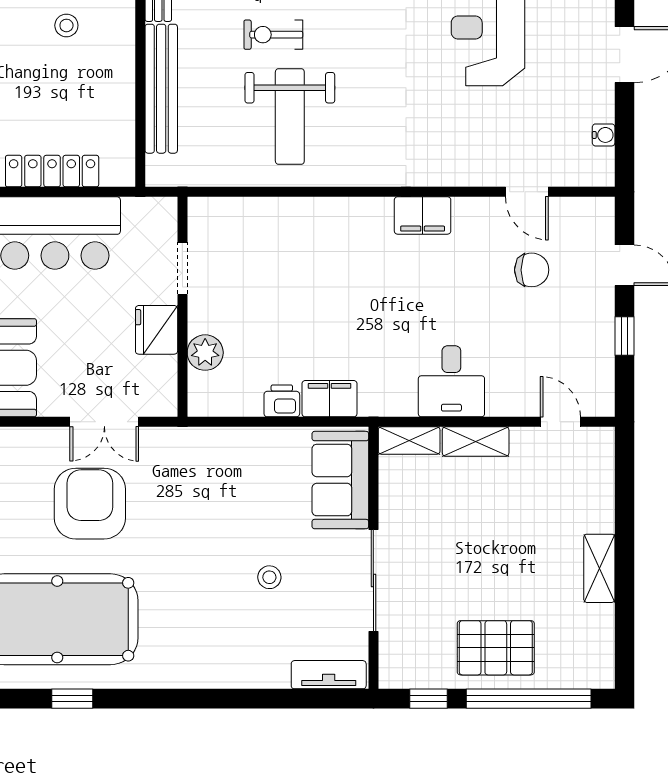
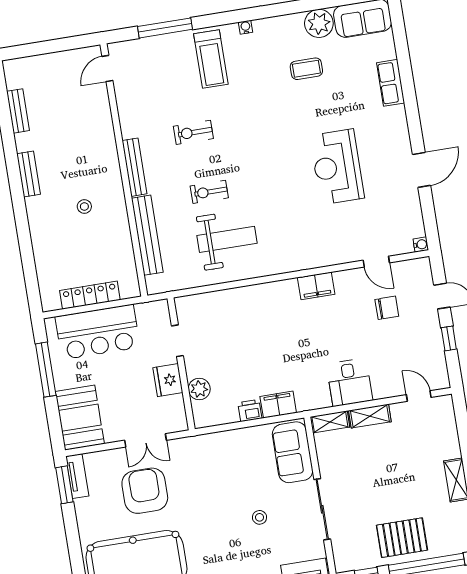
weight bench: (290, 117) -> (227, 239), turned -90
water cooler: (604, 135) -> (421, 244), moved

